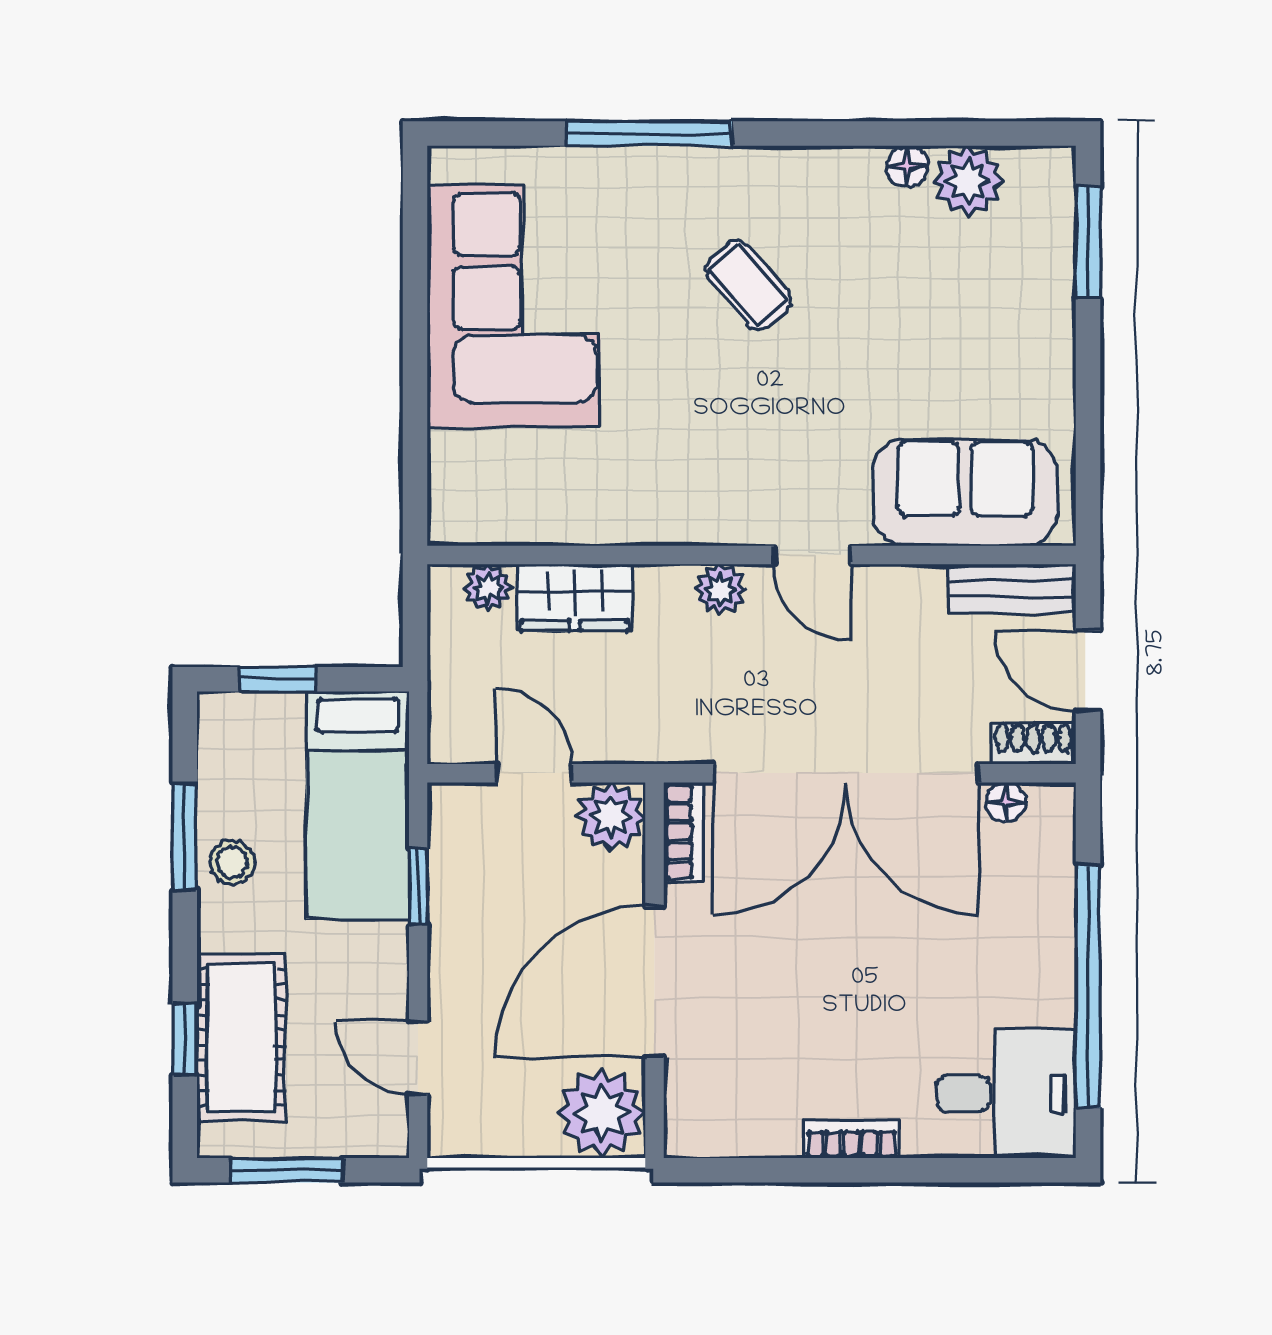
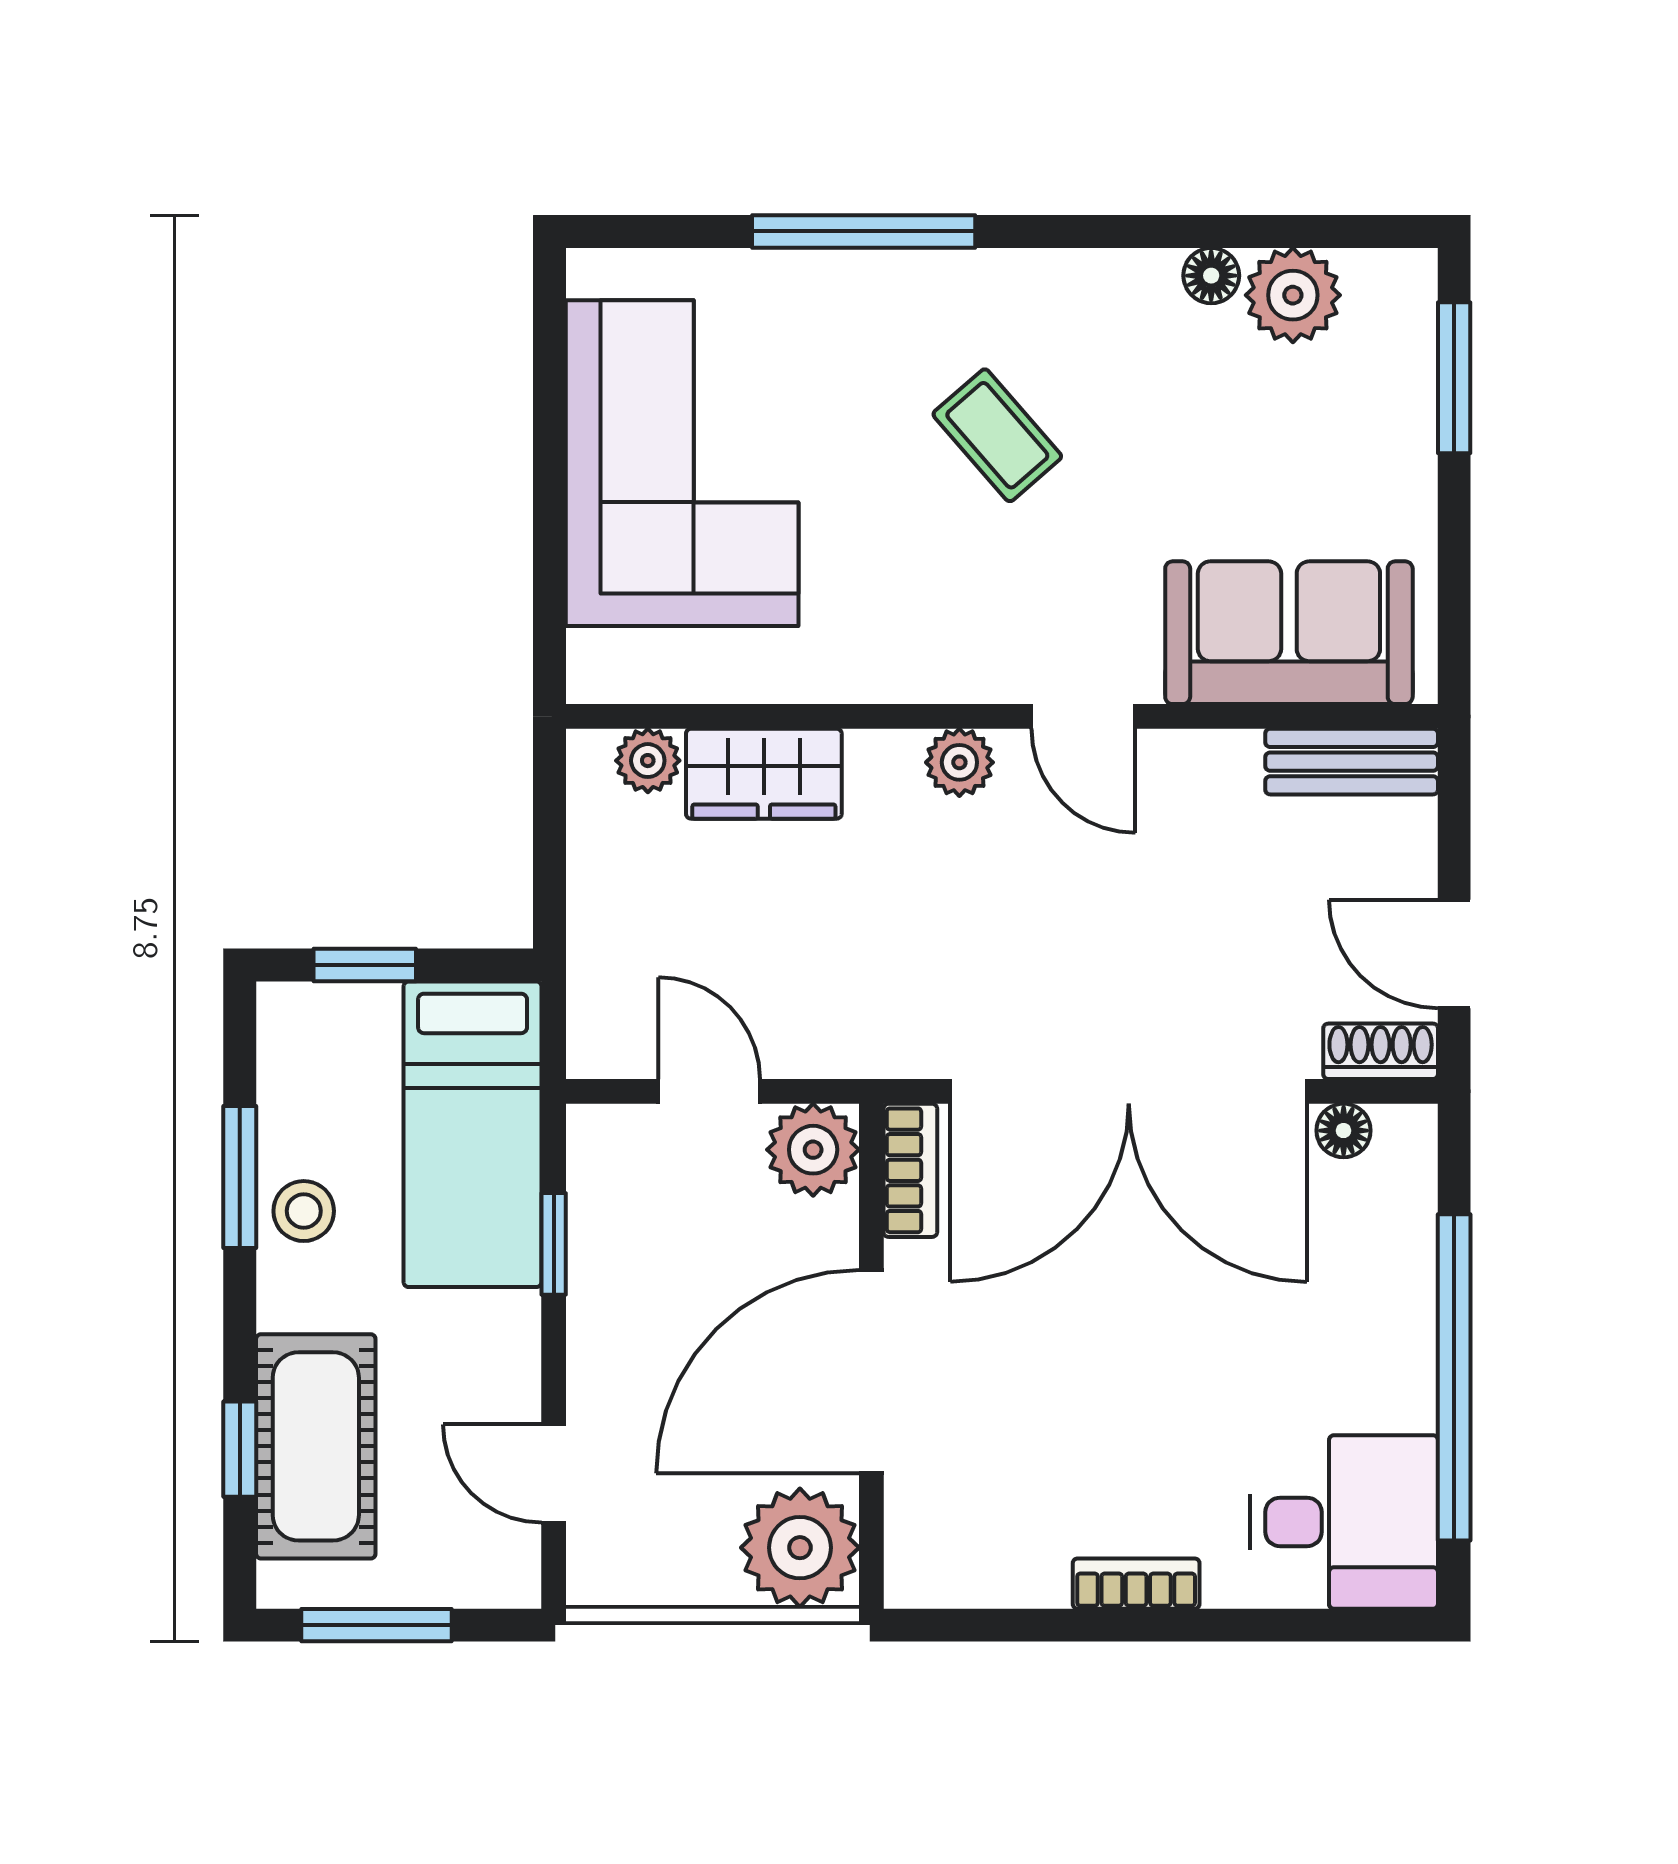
sofa: (965, 493) -> (1289, 633), moved
wall: (752, 555) -> (1002, 716), moved
door: (812, 555) -> (1083, 716), moved
plant: (488, 588) -> (648, 761), moved
plant: (720, 589) -> (959, 762), moved
bench: (1012, 589) -> (1352, 762), moved
wardrobe: (575, 598) -> (764, 774), moved

